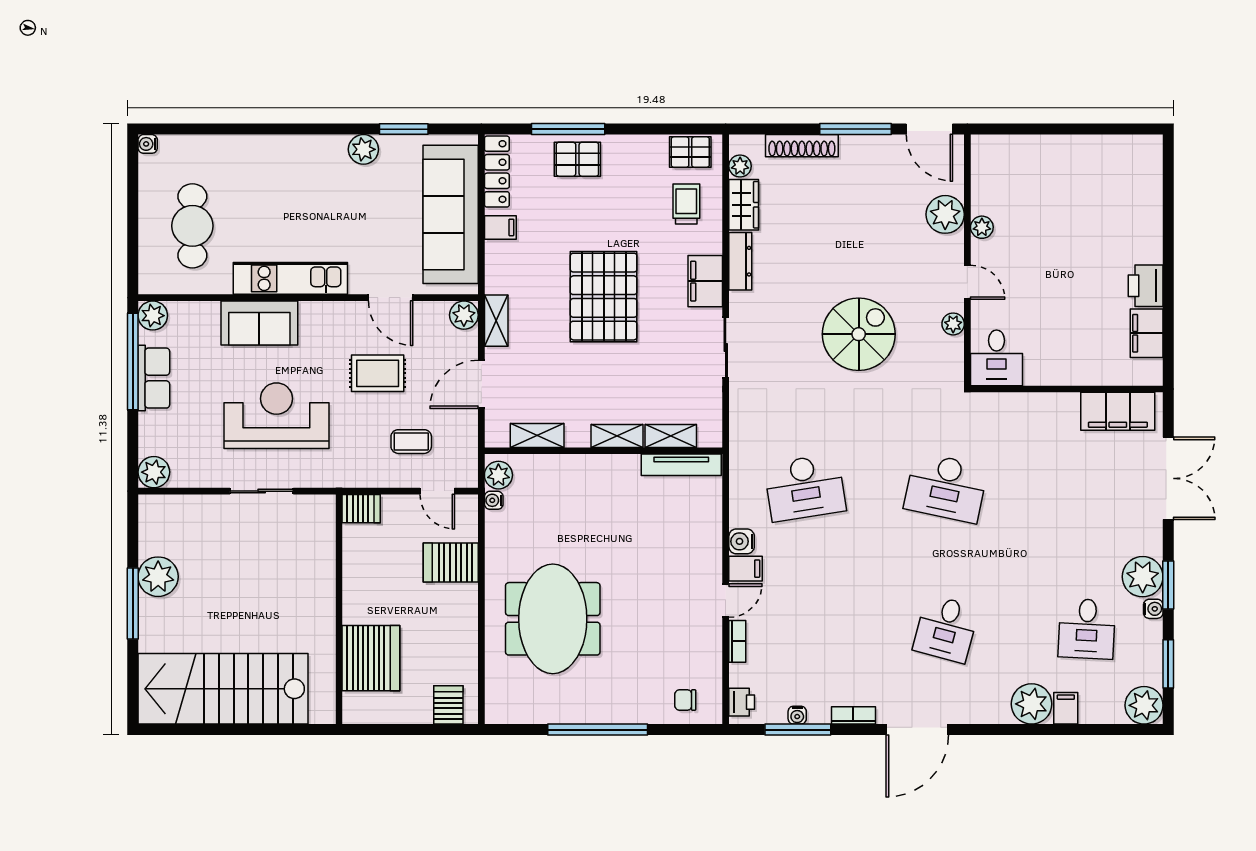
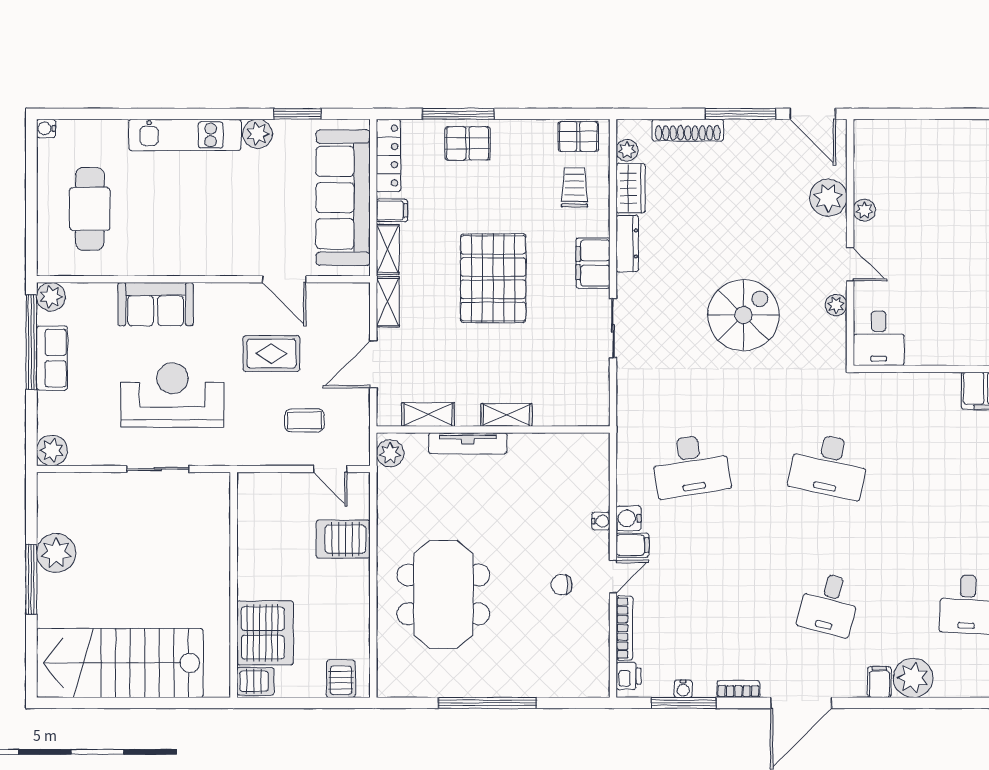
kitchen unit: (290, 278) -> (185, 135), moved, turned 180
plant: (464, 315) -> (356, 296), removed
shelving: (671, 436) -> (388, 249), moved, turned 90
tv unit: (681, 465) -> (468, 443), moved
water cooler: (494, 500) -> (601, 521), moved, turned 180
server rack: (361, 509) -> (255, 681), moved
bookcase: (737, 641) -> (624, 628), width x1.56
chair: (685, 700) -> (562, 585), moved
filing cabinet: (1066, 708) -> (879, 682), moved

